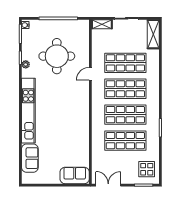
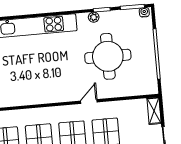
door: (90, 74) -> (89, 102), hinge flipped

